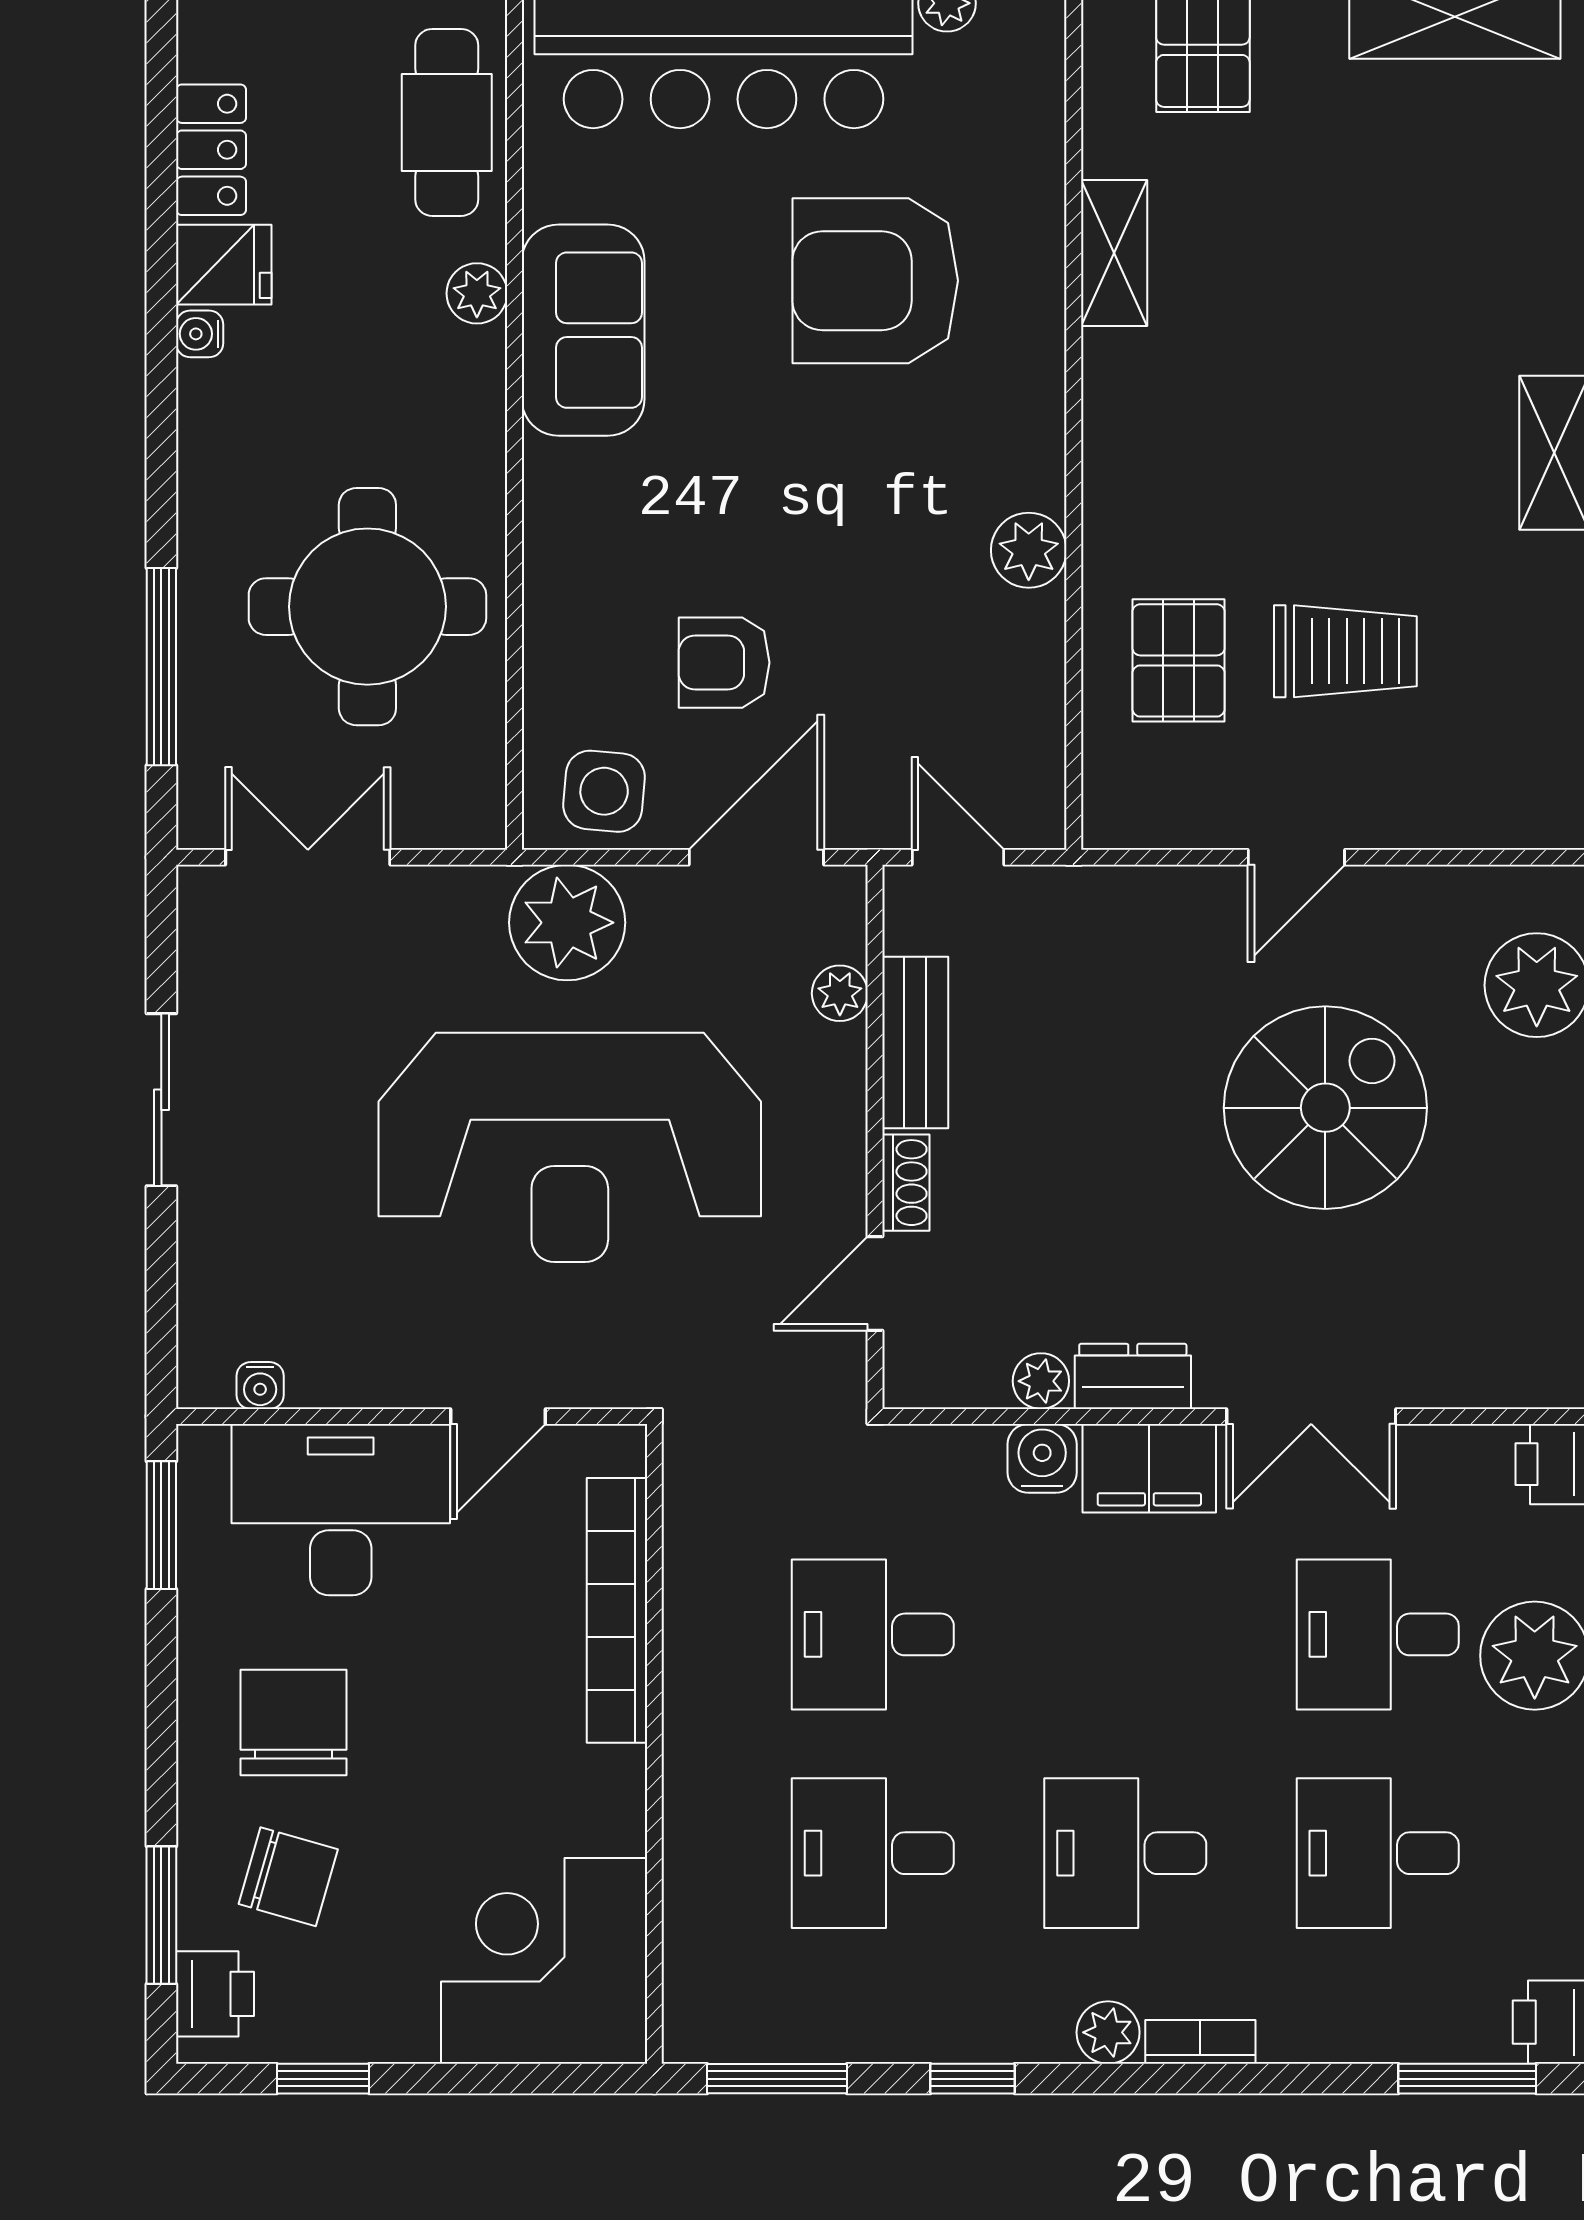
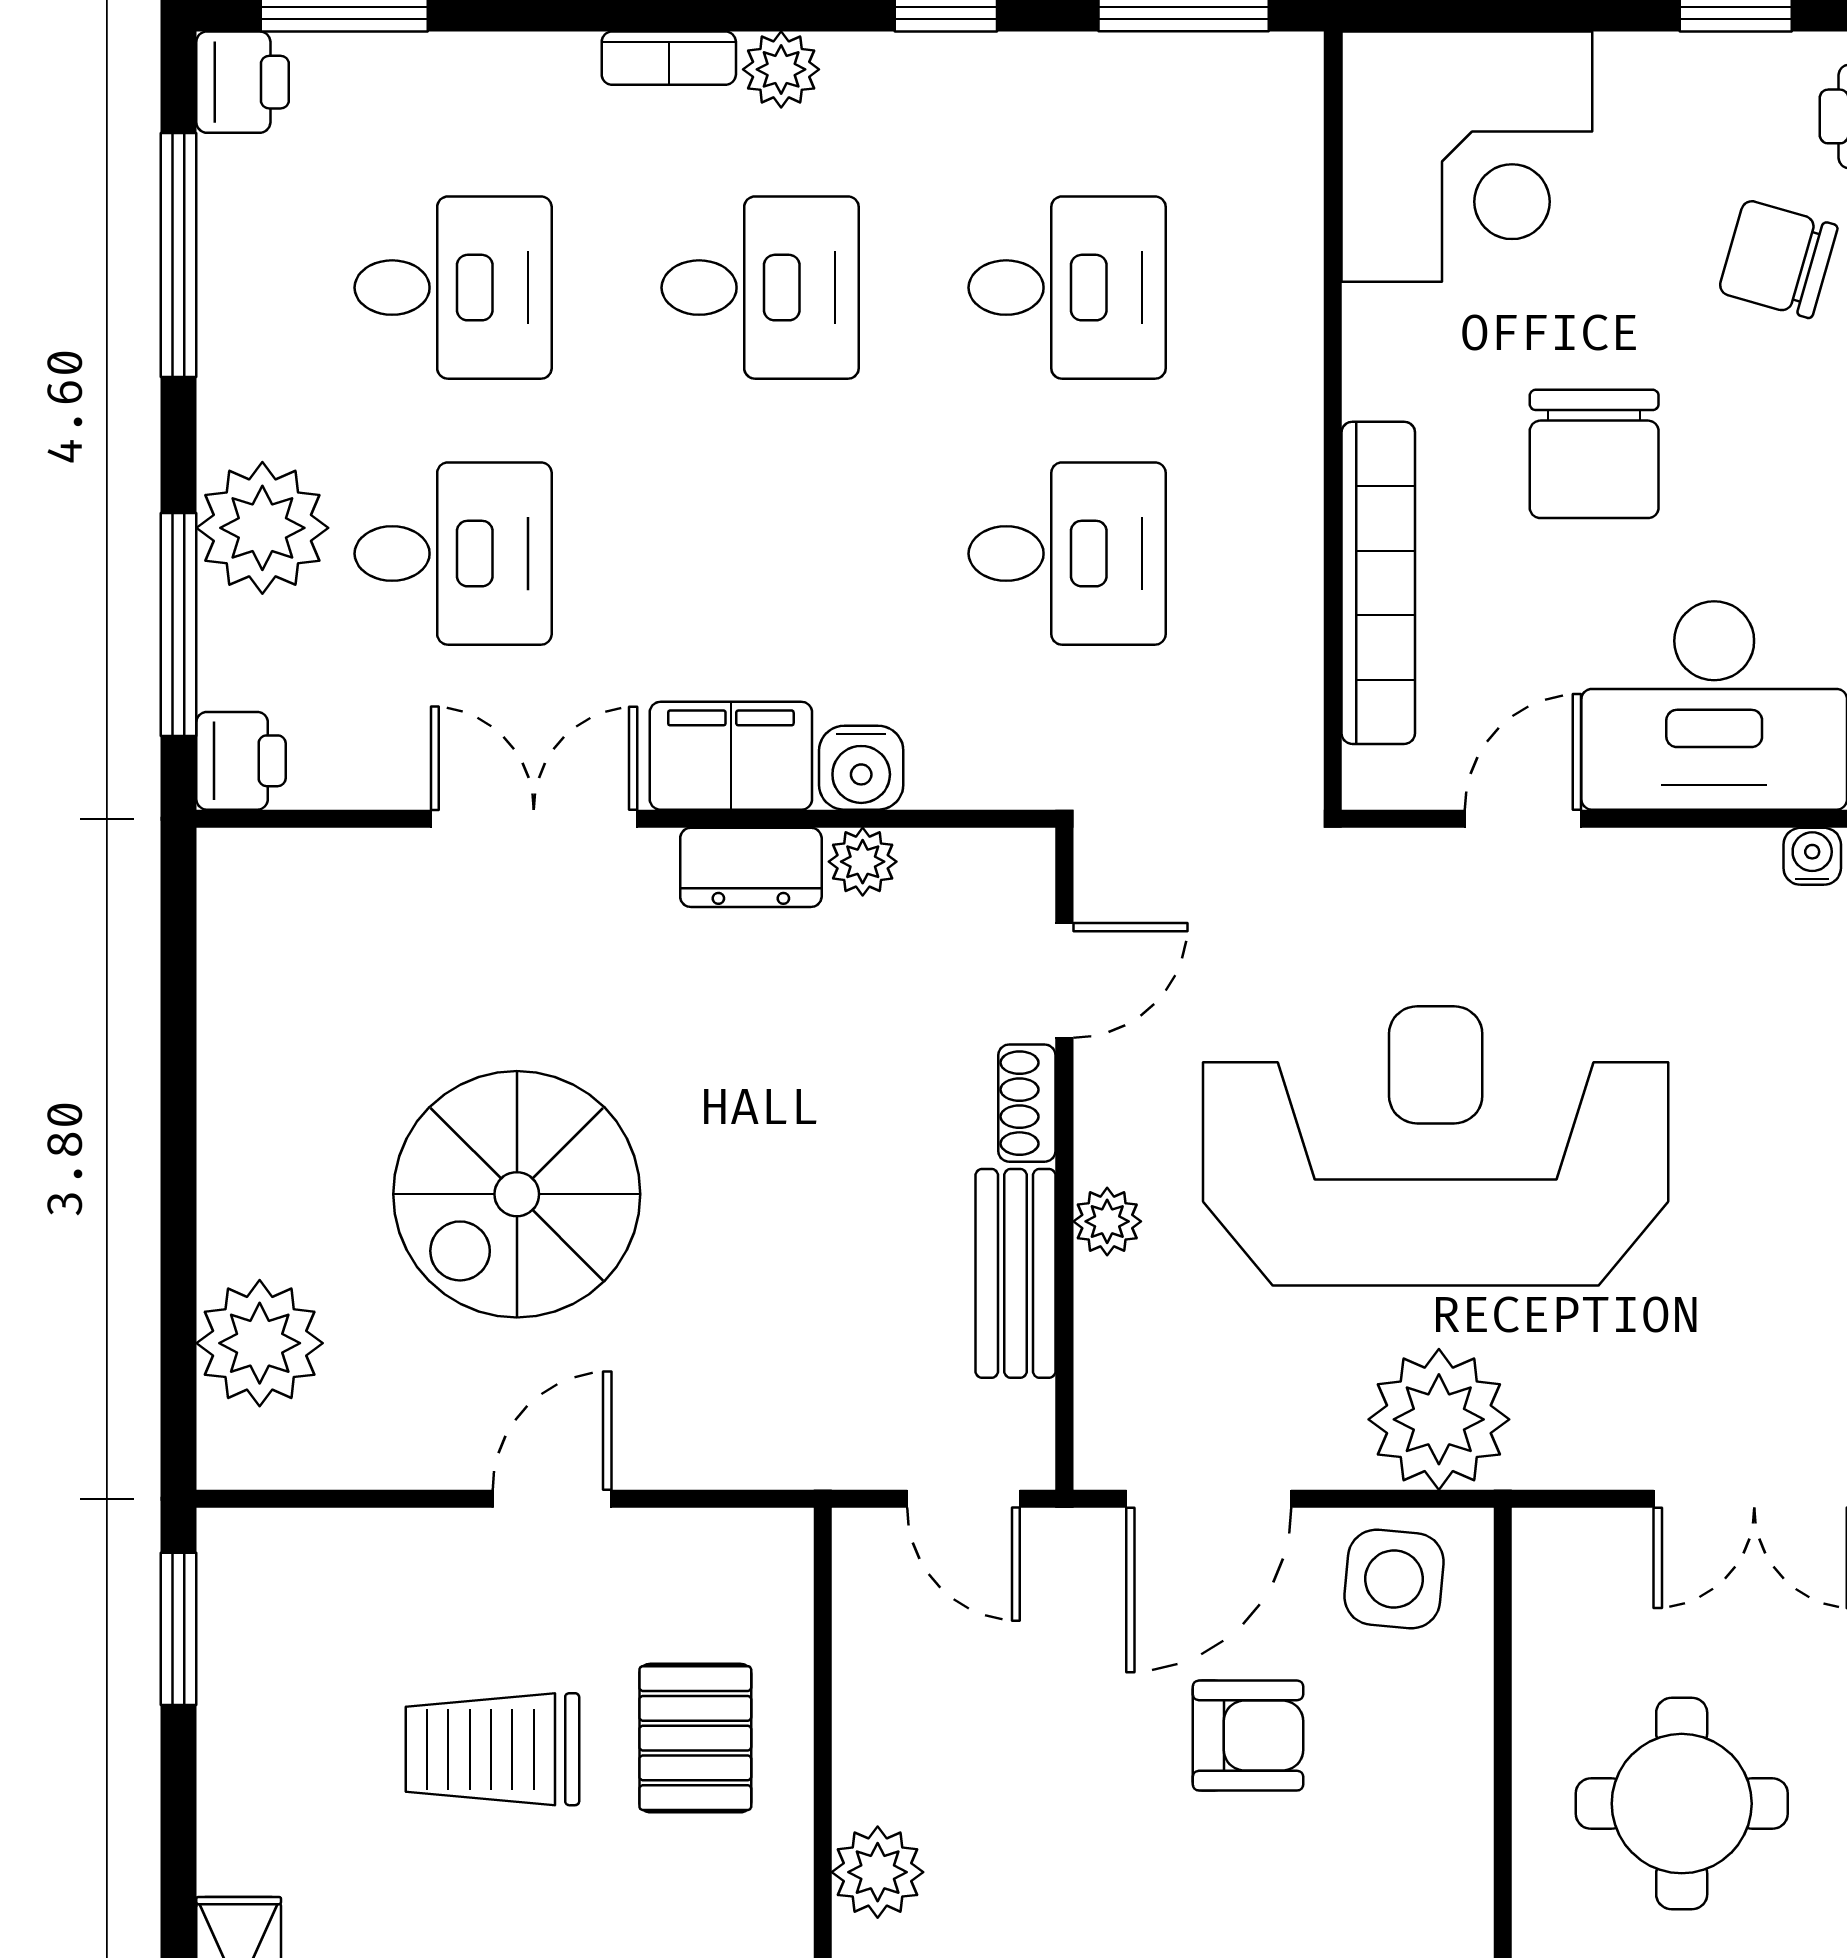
round table: (367, 607) -> (1682, 1804), width x0.73, depth x0.73
plant: (840, 993) -> (1107, 1221), moved
chair: (293, 1722) -> (1594, 454), moved

